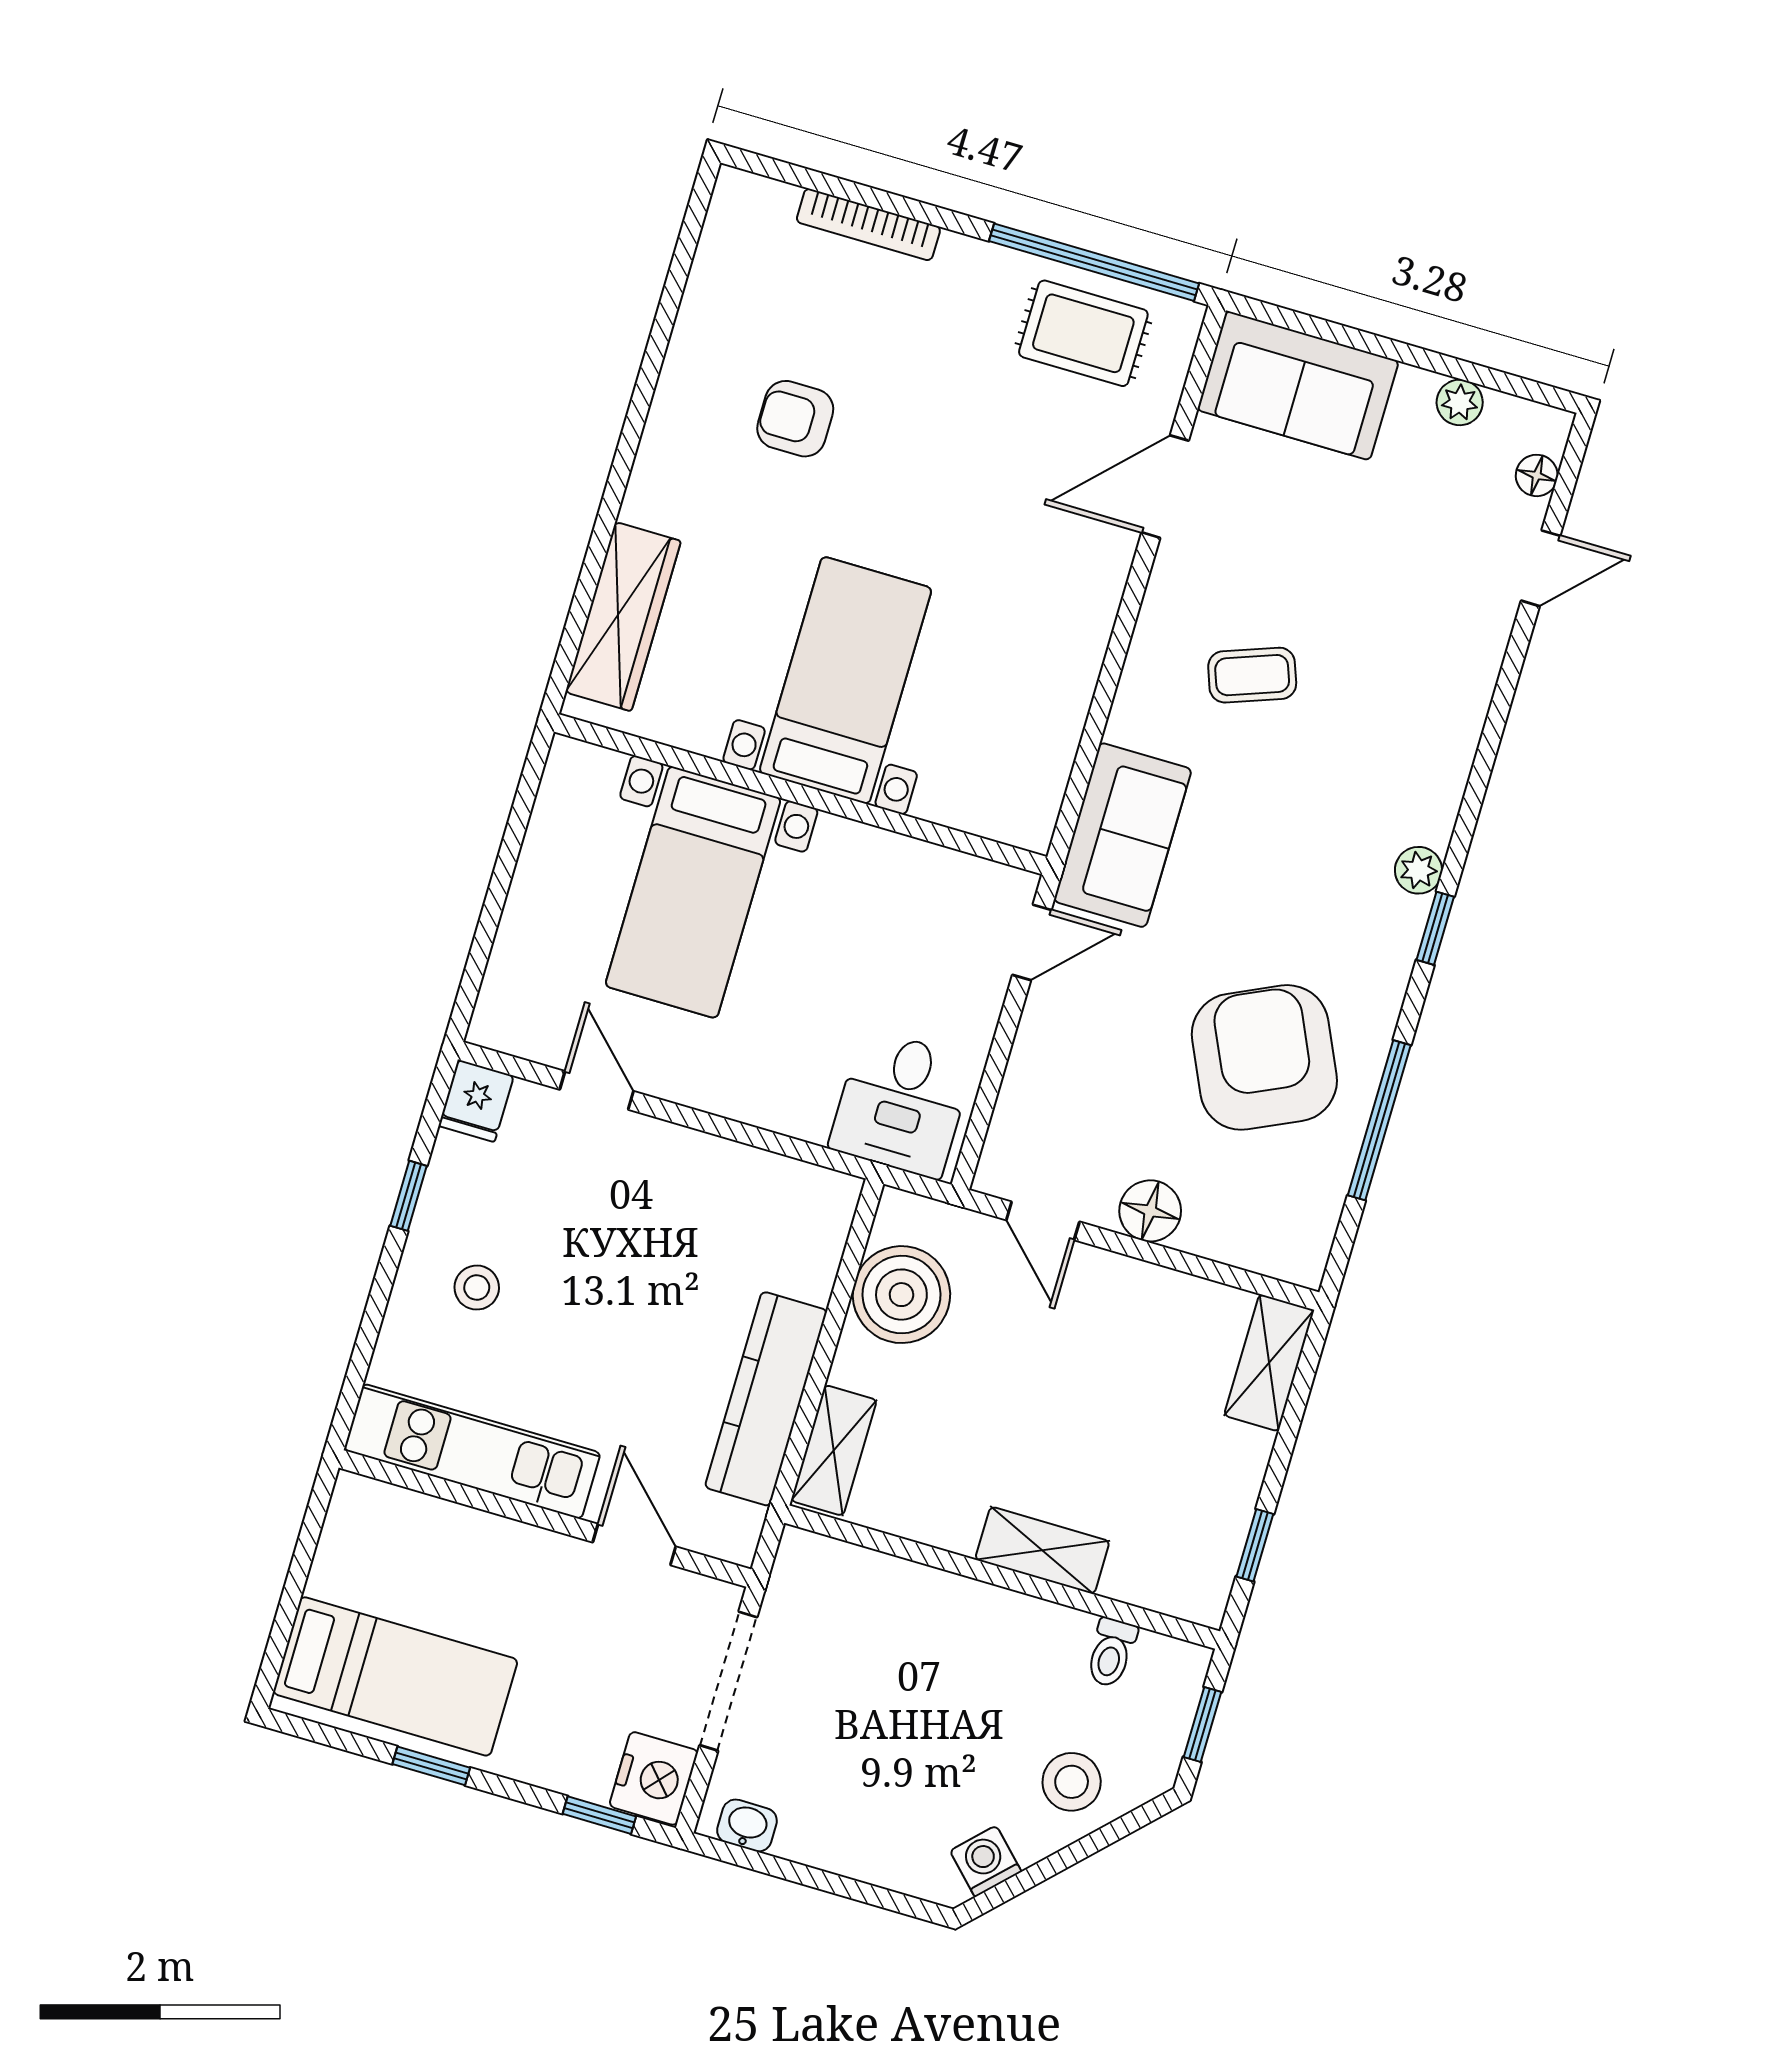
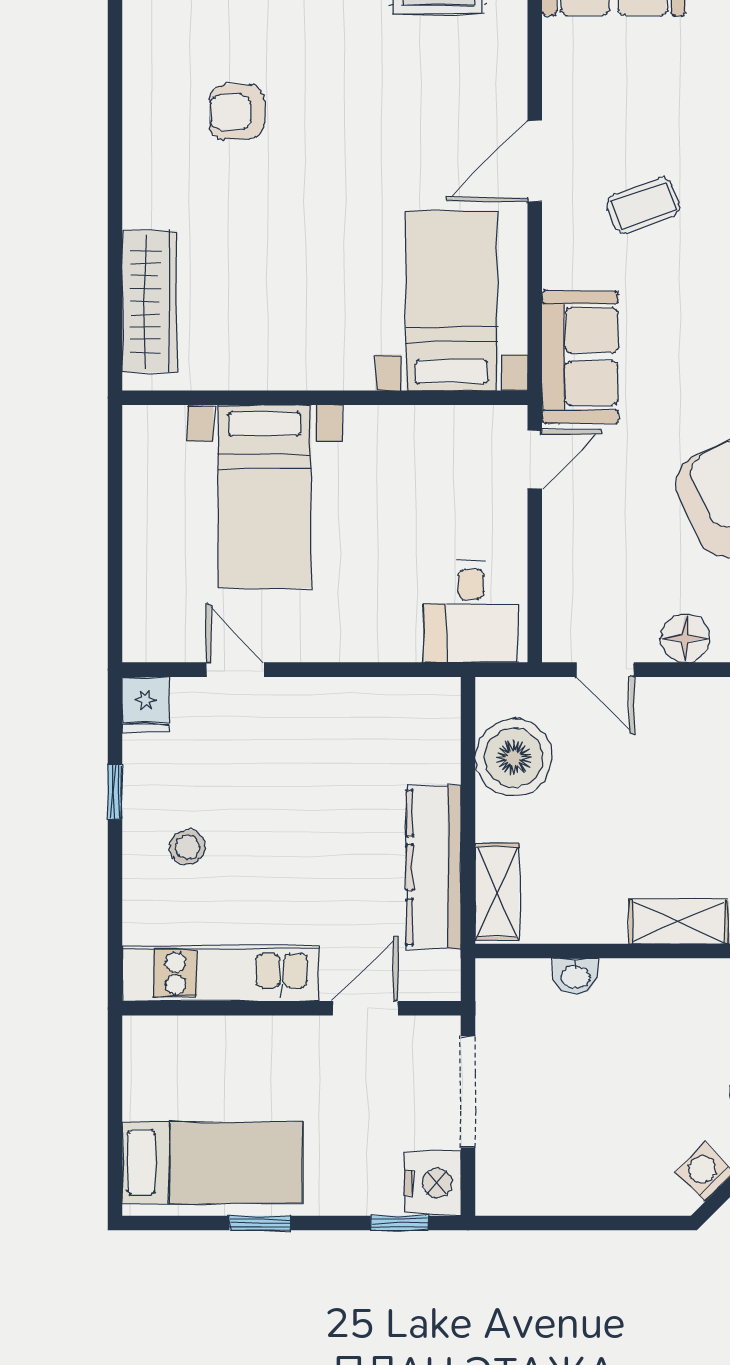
door: (1165, 487) -> (535, 161), moved
bed with nightstands: (845, 680) -> (452, 301), moved
door: (634, 1544) -> (365, 1008), hinge flipped
washbasin: (747, 1826) -> (575, 976), moved, turned 180

